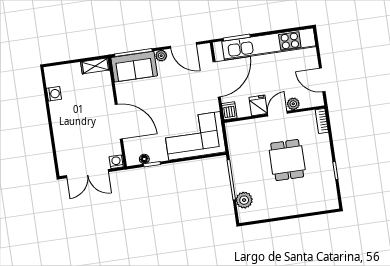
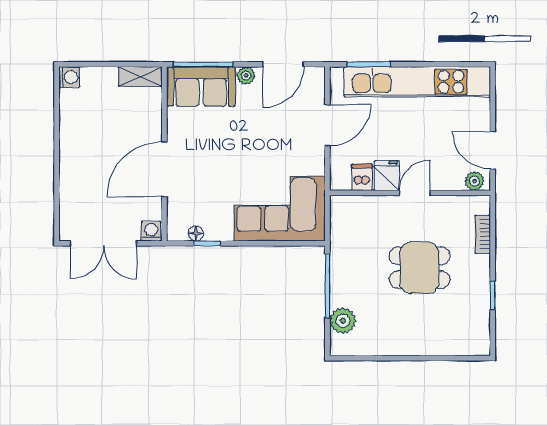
door: (183, 45) -> (283, 64), hinge flipped
door: (217, 79) -> (327, 125), width x0.73
washing machine: (54, 94) -> (69, 77), moved
plant: (293, 104) -> (474, 181), moved
dishwasher: (229, 111) -> (362, 177), moved
bookcase: (322, 121) -> (483, 234), moved
door: (119, 122) -> (164, 169), swing flipped
dining table: (287, 160) -> (419, 268), turned 90

